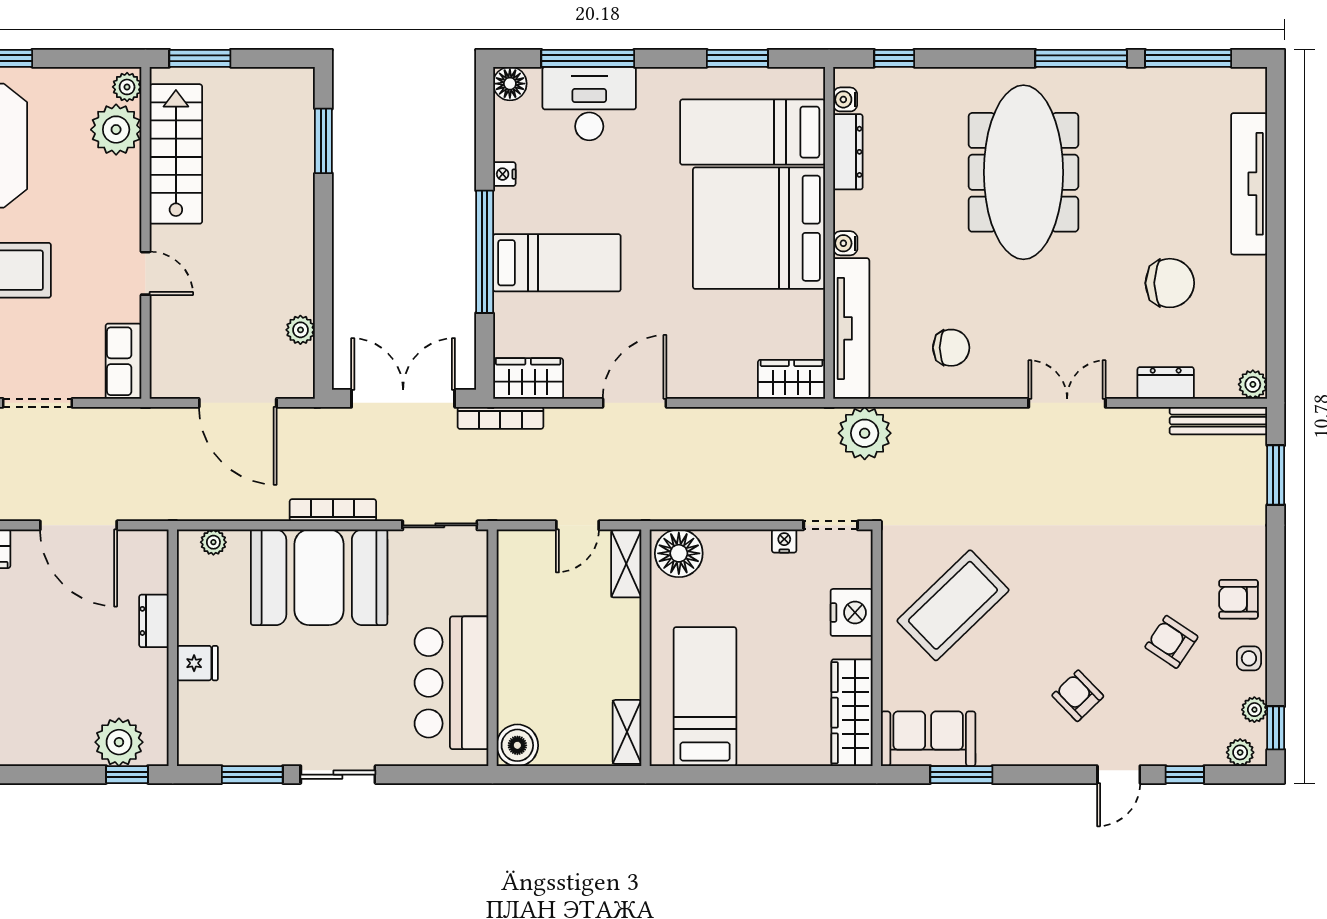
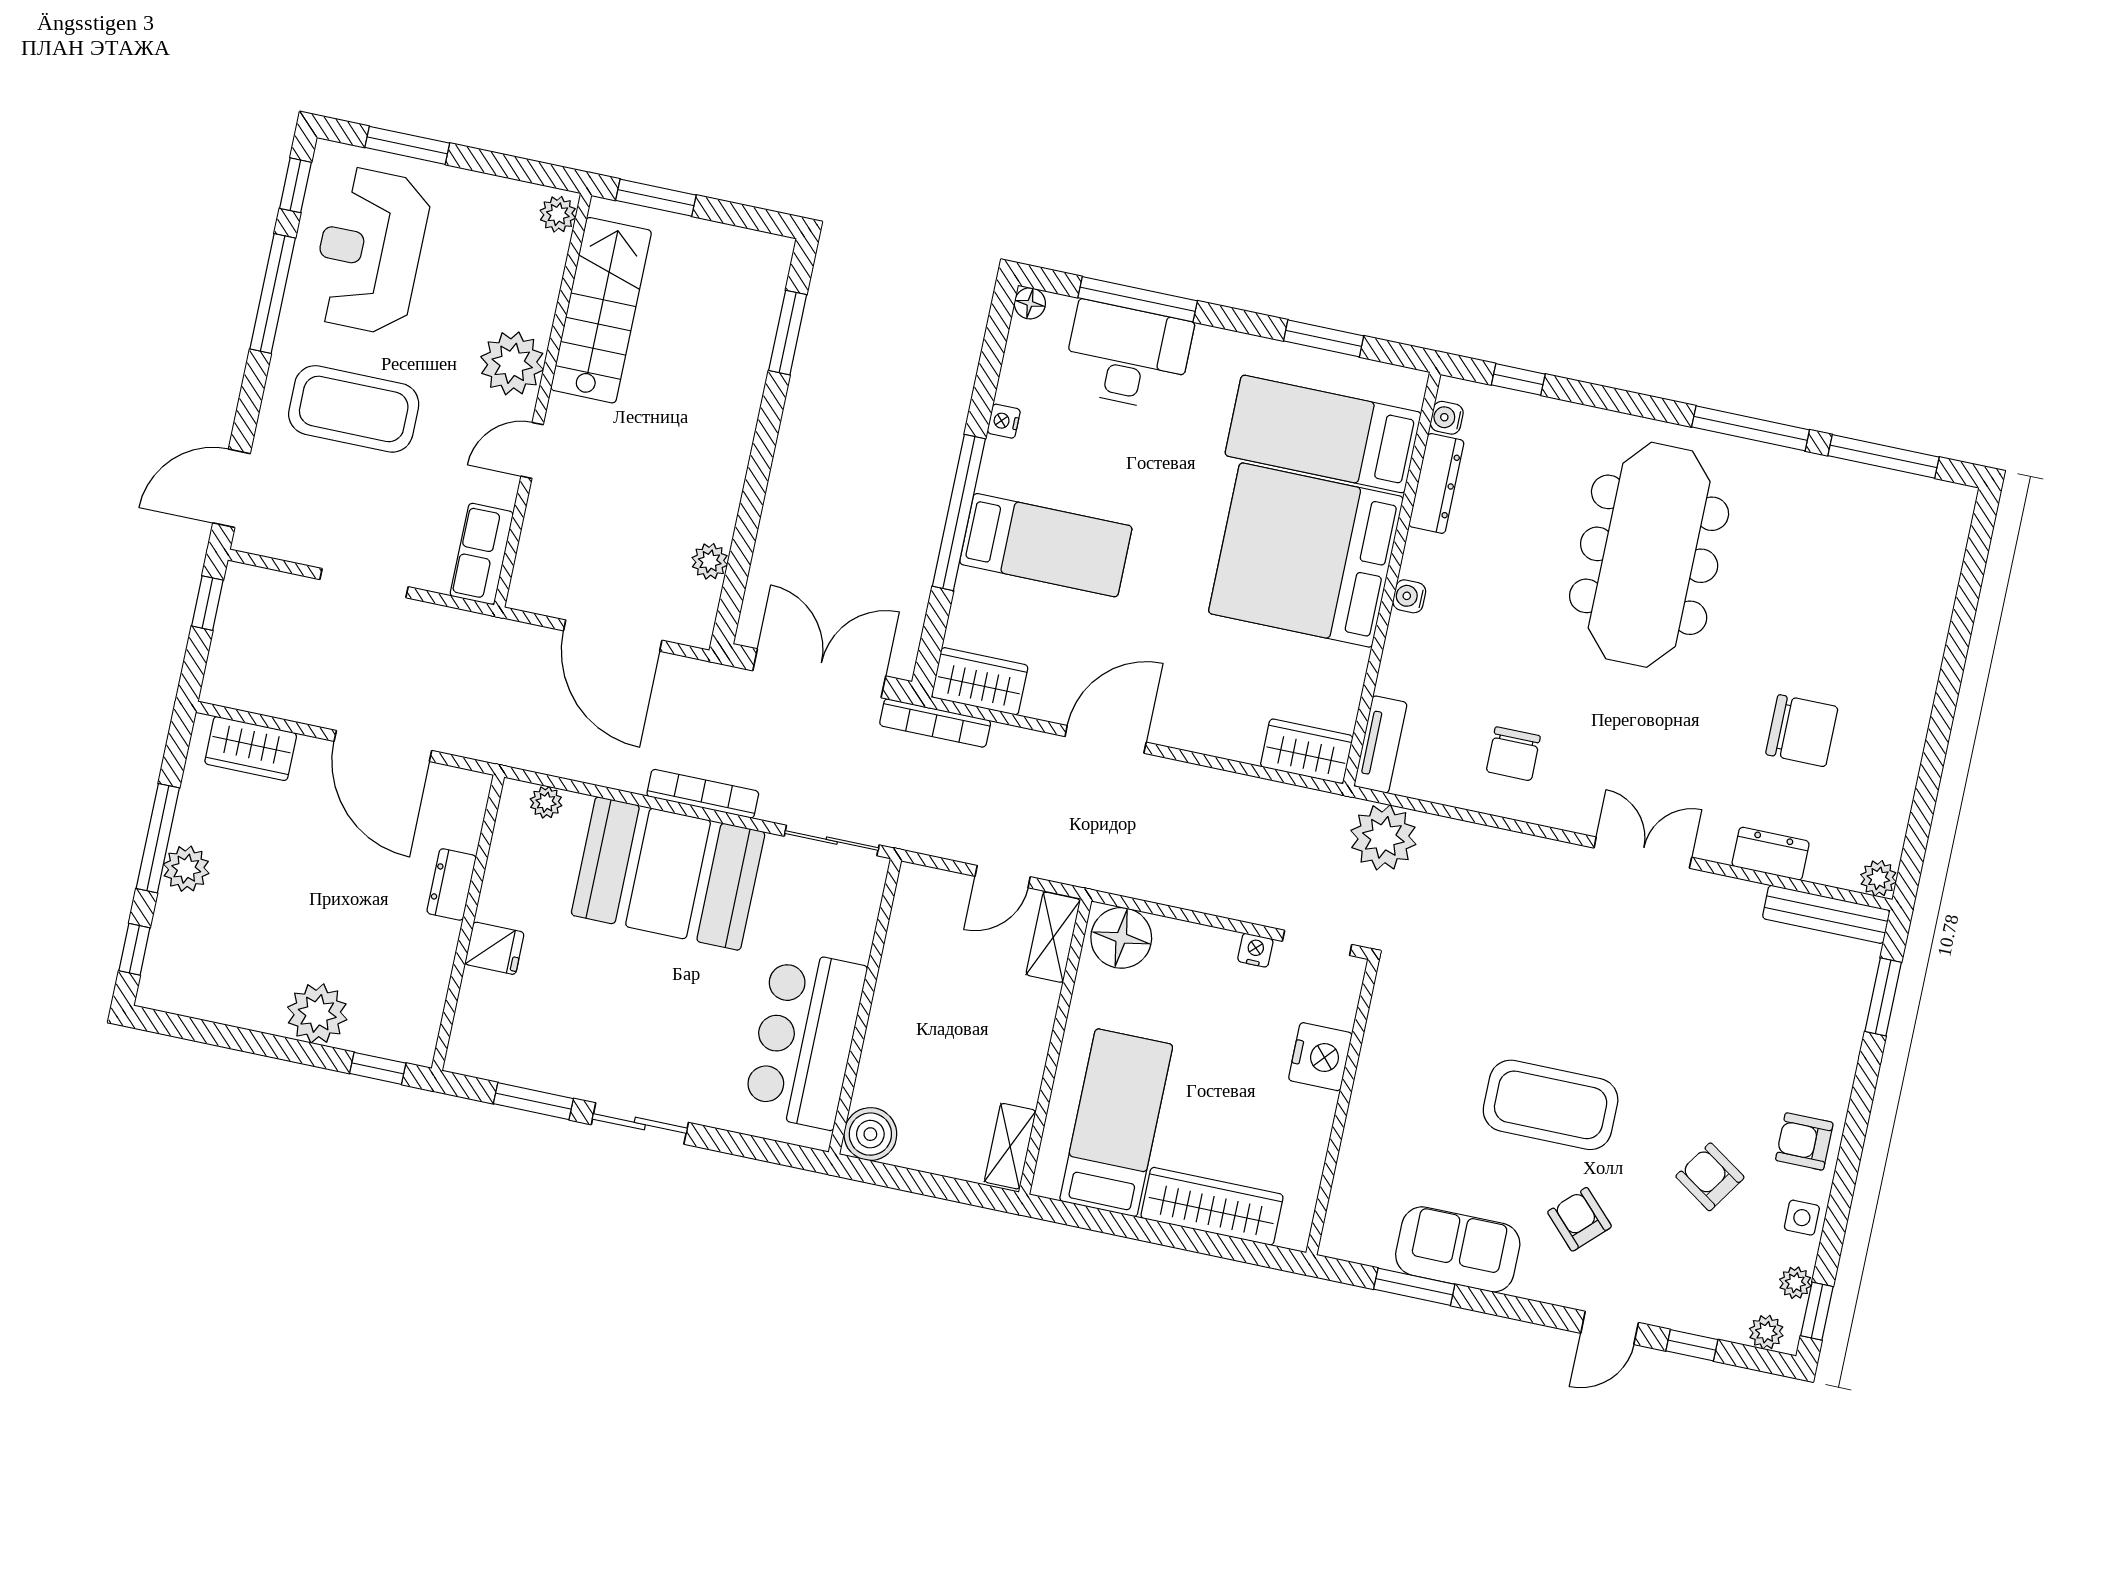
floor lamp: (510, 84) -> (1030, 303), width x0.73, depth x0.73
plant: (116, 130) -> (512, 363), moved
tv unit: (1249, 184) -> (1926, 628), removed
door: (146, 273) -> (532, 450), swing flipped
tv unit: (851, 328) -> (1380, 744), width x0.52, depth x0.78
chair: (951, 348) -> (1513, 754), turned 90
coffee table: (953, 605) -> (1551, 1105), moved, turned 44
wardrobe: (852, 713) -> (1212, 1206), moved, turned 90
sofa: (928, 739) -> (1458, 1249), moved
plant: (119, 742) -> (317, 1013), moved

